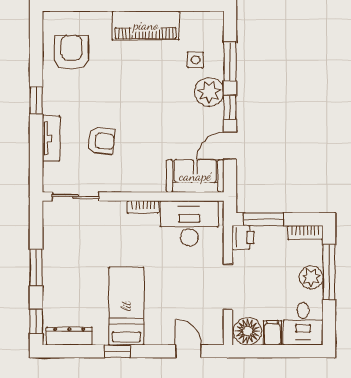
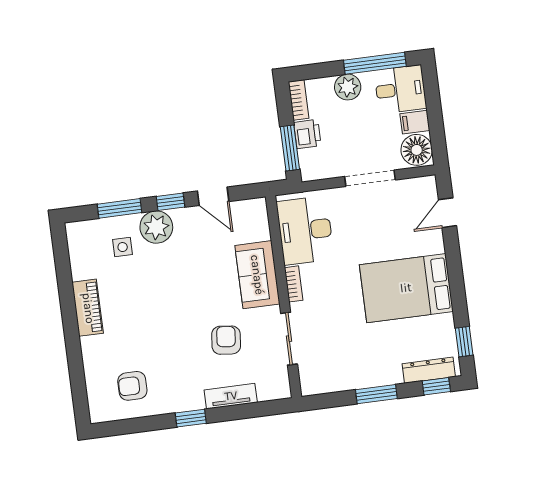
piano: (146, 25) -> (88, 308), width x0.73, depth x0.75
armchair: (71, 53) -> (132, 386), width x0.72, depth x0.72
sofa: (195, 176) -> (257, 275), moved
sliding door: (76, 197) -> (289, 339), moved
printer: (243, 237) -> (307, 134), moved, turned 90
window: (329, 272) -> (375, 63), moved
bed: (126, 306) -> (406, 288), width x1.50
dresser: (69, 336) -> (429, 370), moved, turned 90
window: (117, 351) -> (464, 342), moved

